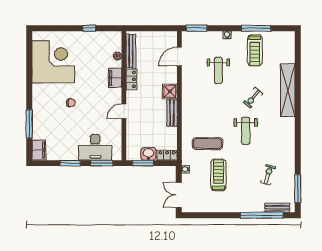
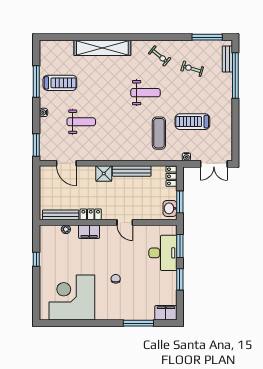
exercise bike: (253, 98) -> (160, 56), moved
bench: (172, 113) -> (132, 171), width x1.36
washbasin: (148, 154) -> (170, 208), moved

